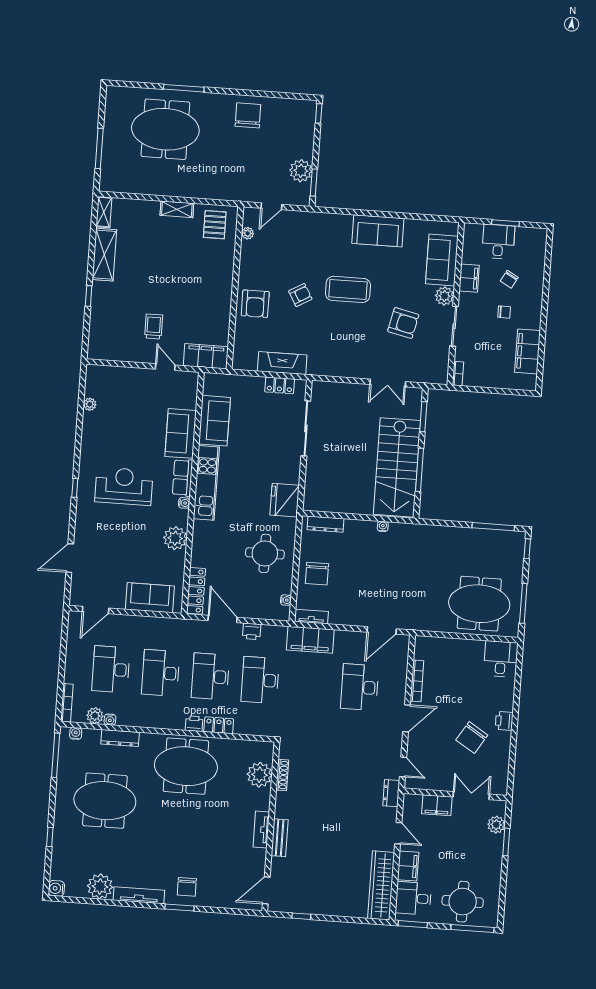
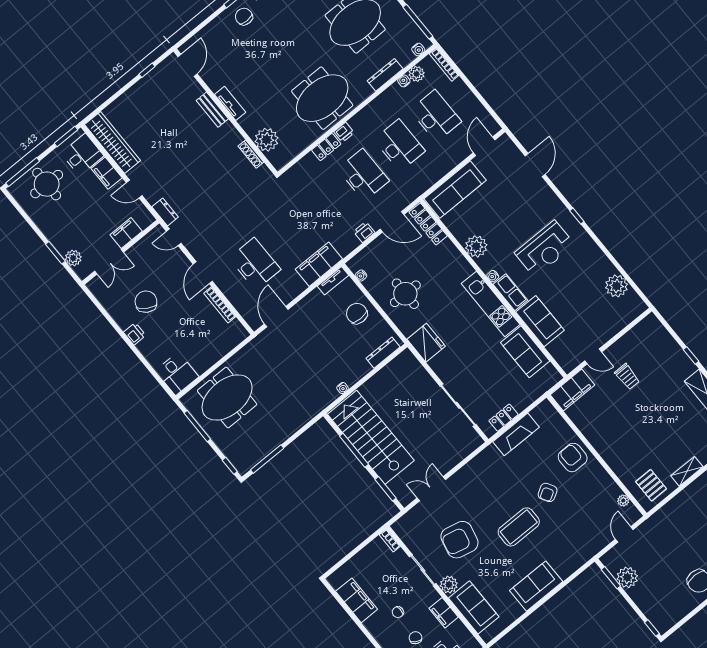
armchair: (403, 323) -> (459, 540), width x1.36, depth x1.36
plant: (90, 404) -> (617, 286), width x1.88, depth x1.88
sofa: (150, 598) -> (455, 190), width x1.36
desk: (260, 680) -> (327, 205), removed

